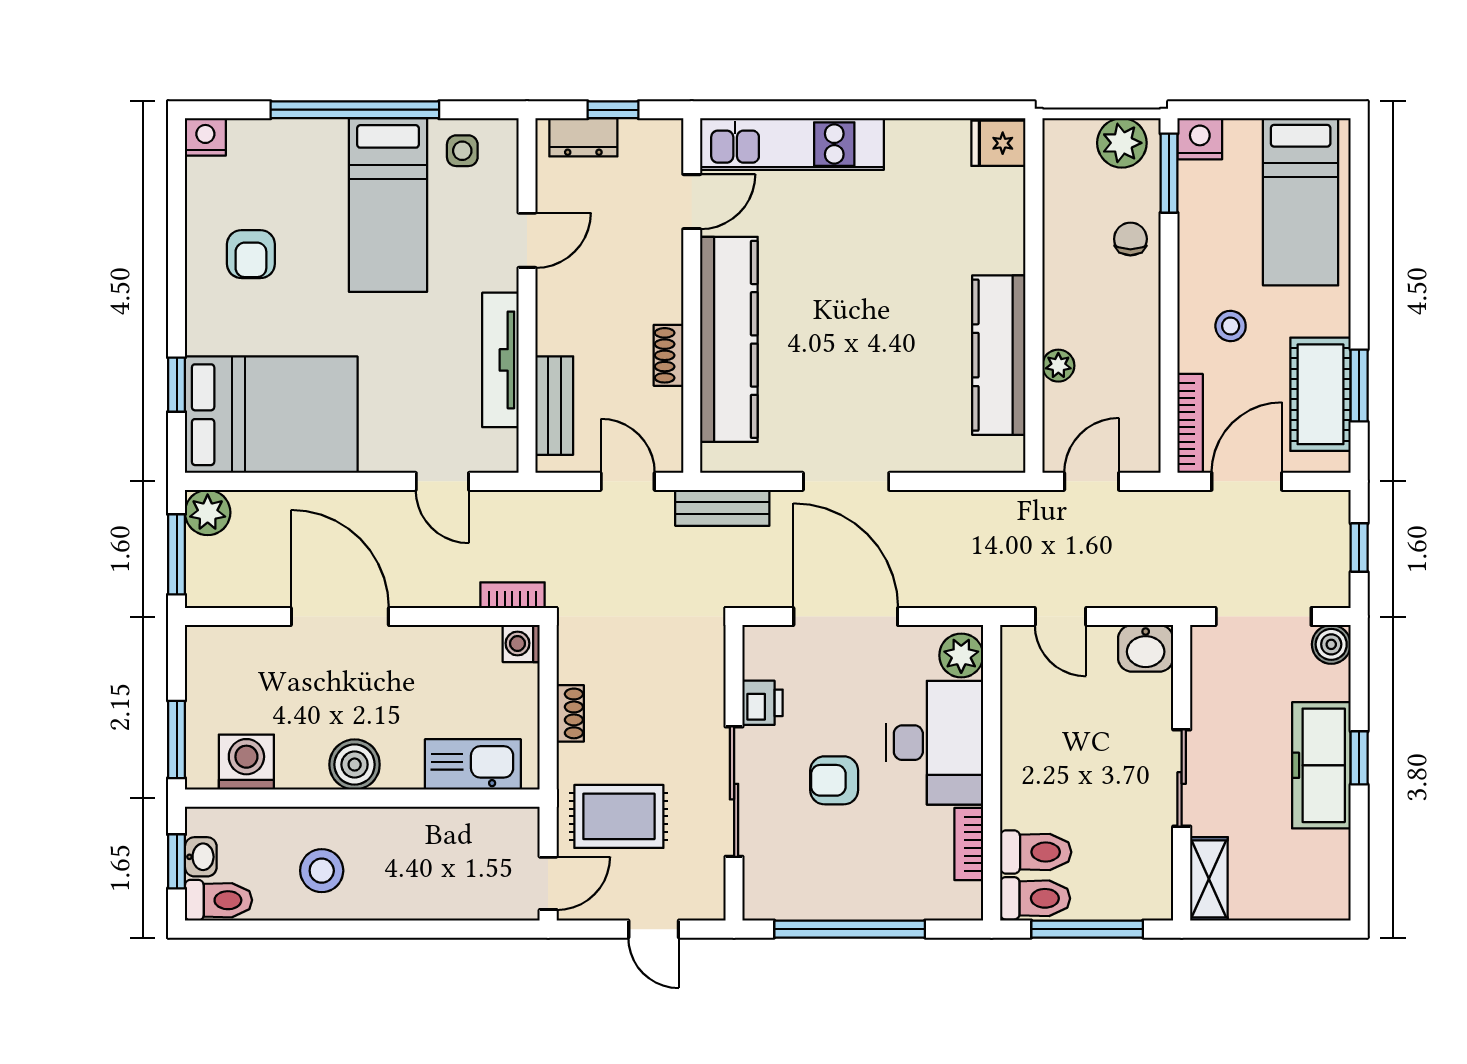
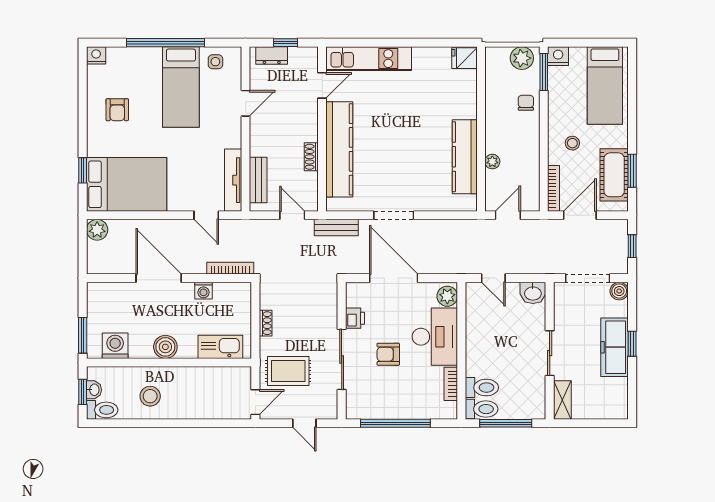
tv unit: (500, 360) -> (233, 180), moved
window: (177, 554) -> (83, 249), removed
bookcase: (512, 595) -> (230, 268), width x1.56
washing machine: (521, 643) -> (203, 291), moved, turned -90

